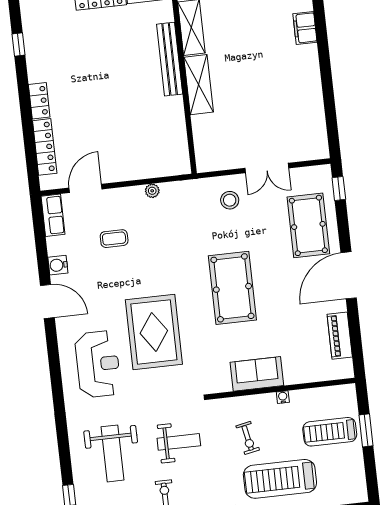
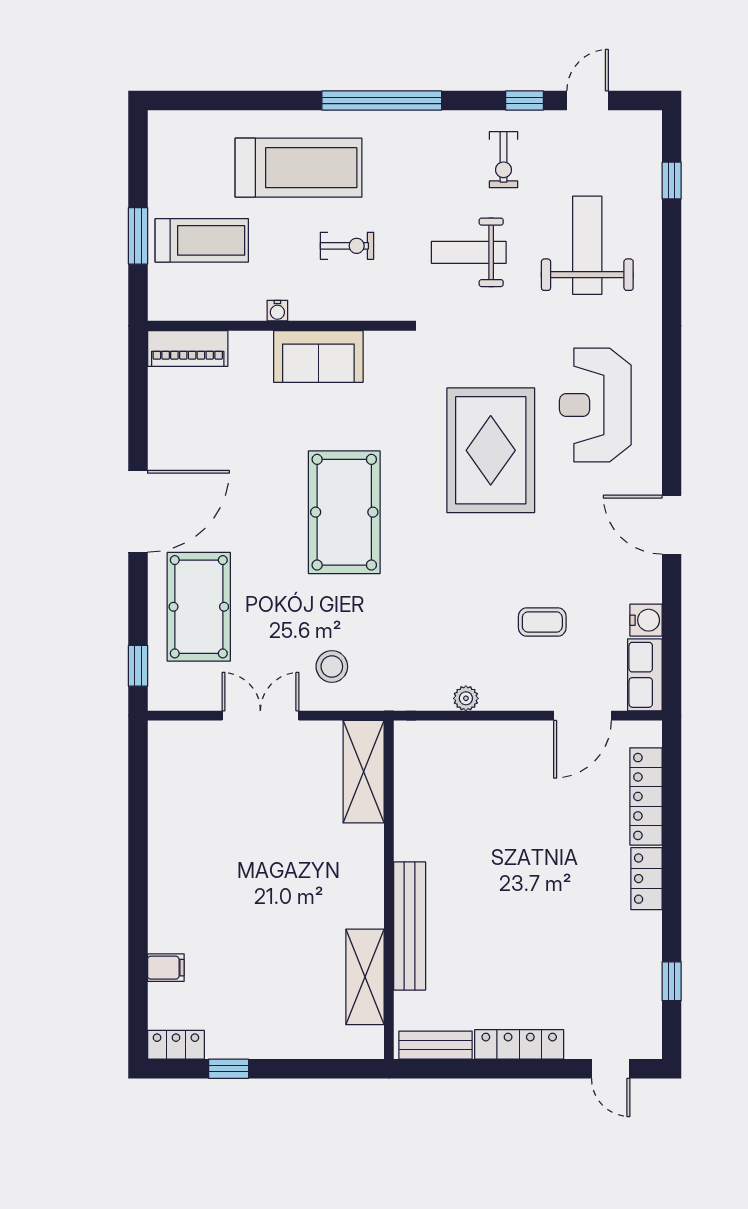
filing cabinet: (305, 28) -> (166, 968), width x0.50
shelving: (199, 85) -> (364, 772), moved
water cooler: (58, 265) -> (646, 620), moved
piano: (340, 336) -> (188, 348), moved, turned 90
exercise bike: (248, 438) -> (347, 246), turned 101

